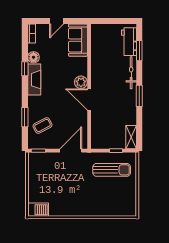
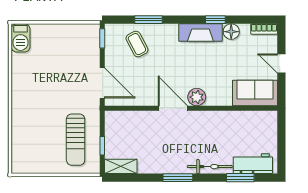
door: (89, 99) -> (173, 108), hinge flipped

